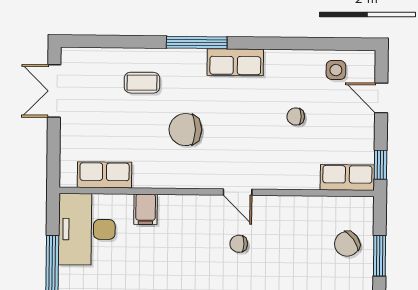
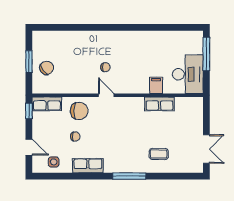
row of seats: (235, 62) -> (88, 166), moved
chair: (185, 130) -> (79, 111), moved
row of seats: (104, 175) -> (159, 104), moved

